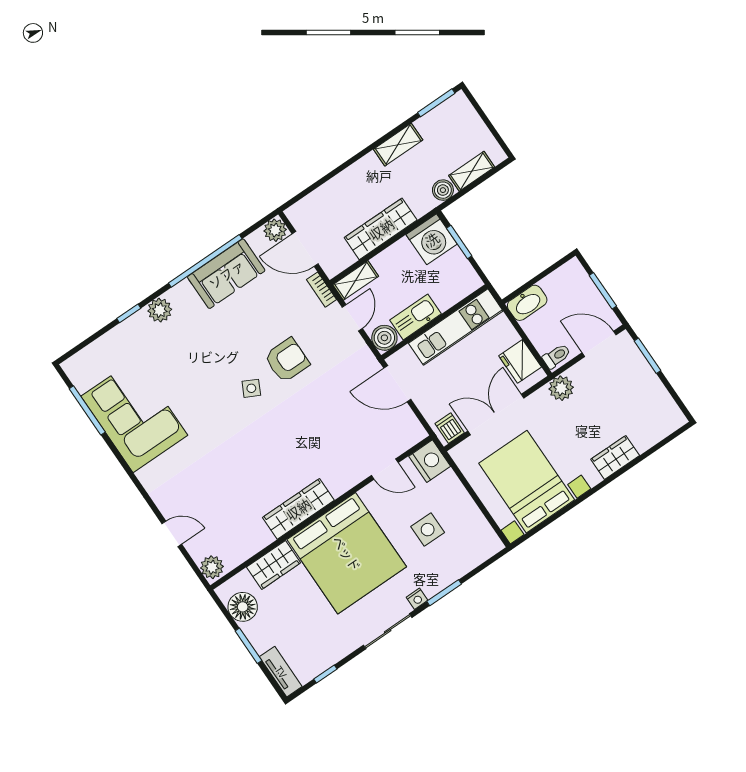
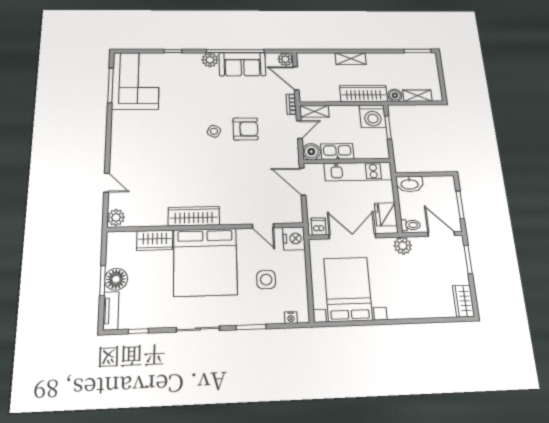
shelving: (398, 145) -> (351, 59), moved
wardrobe: (381, 229) -> (364, 94), moved
plant: (160, 310) -> (210, 60), moved
corner sofa: (134, 416) -> (136, 81), moved
wardrobe: (615, 457) -> (463, 301), moved, turned -90
nightstand: (417, 599) -> (291, 318), moved
floor lamp: (243, 607) -> (116, 279), moved

